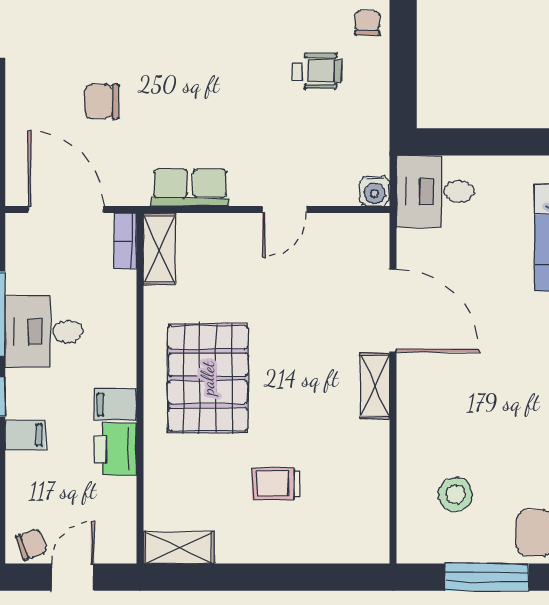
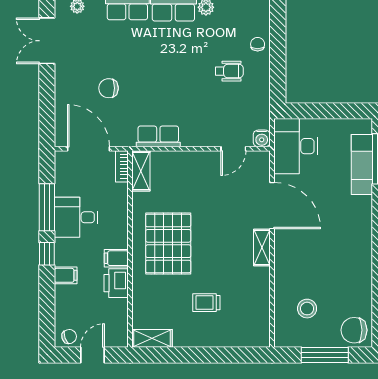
desk: (435, 191) -> (296, 146), width x1.37
door: (285, 209) -> (233, 149), moved

